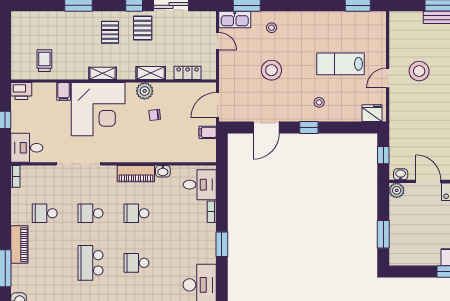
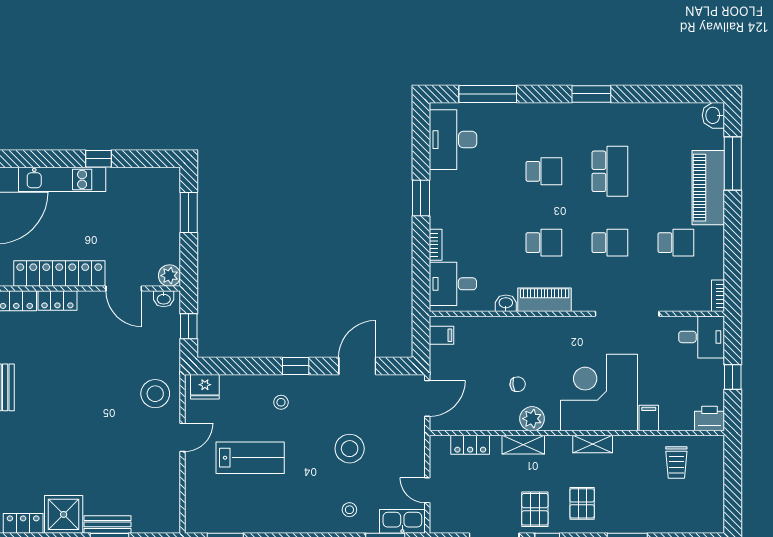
stool: (419, 71) -> (155, 394), moved
filing cabinet: (208, 132) -> (441, 335), moved
piano: (19, 245) -> (708, 188), width x1.37, depth x1.33

